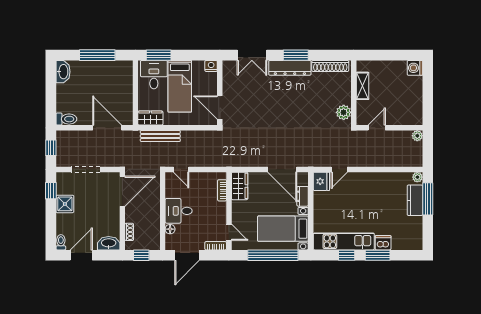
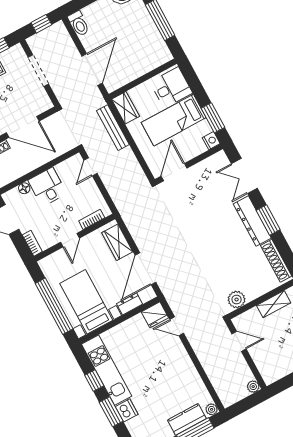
window: (159, 55) -> (213, 118), moved
wardrobe: (240, 186) -> (117, 242), moved, turned 90
door: (122, 191) -> (23, 127), moved
door: (229, 232) -> (70, 240), moved

